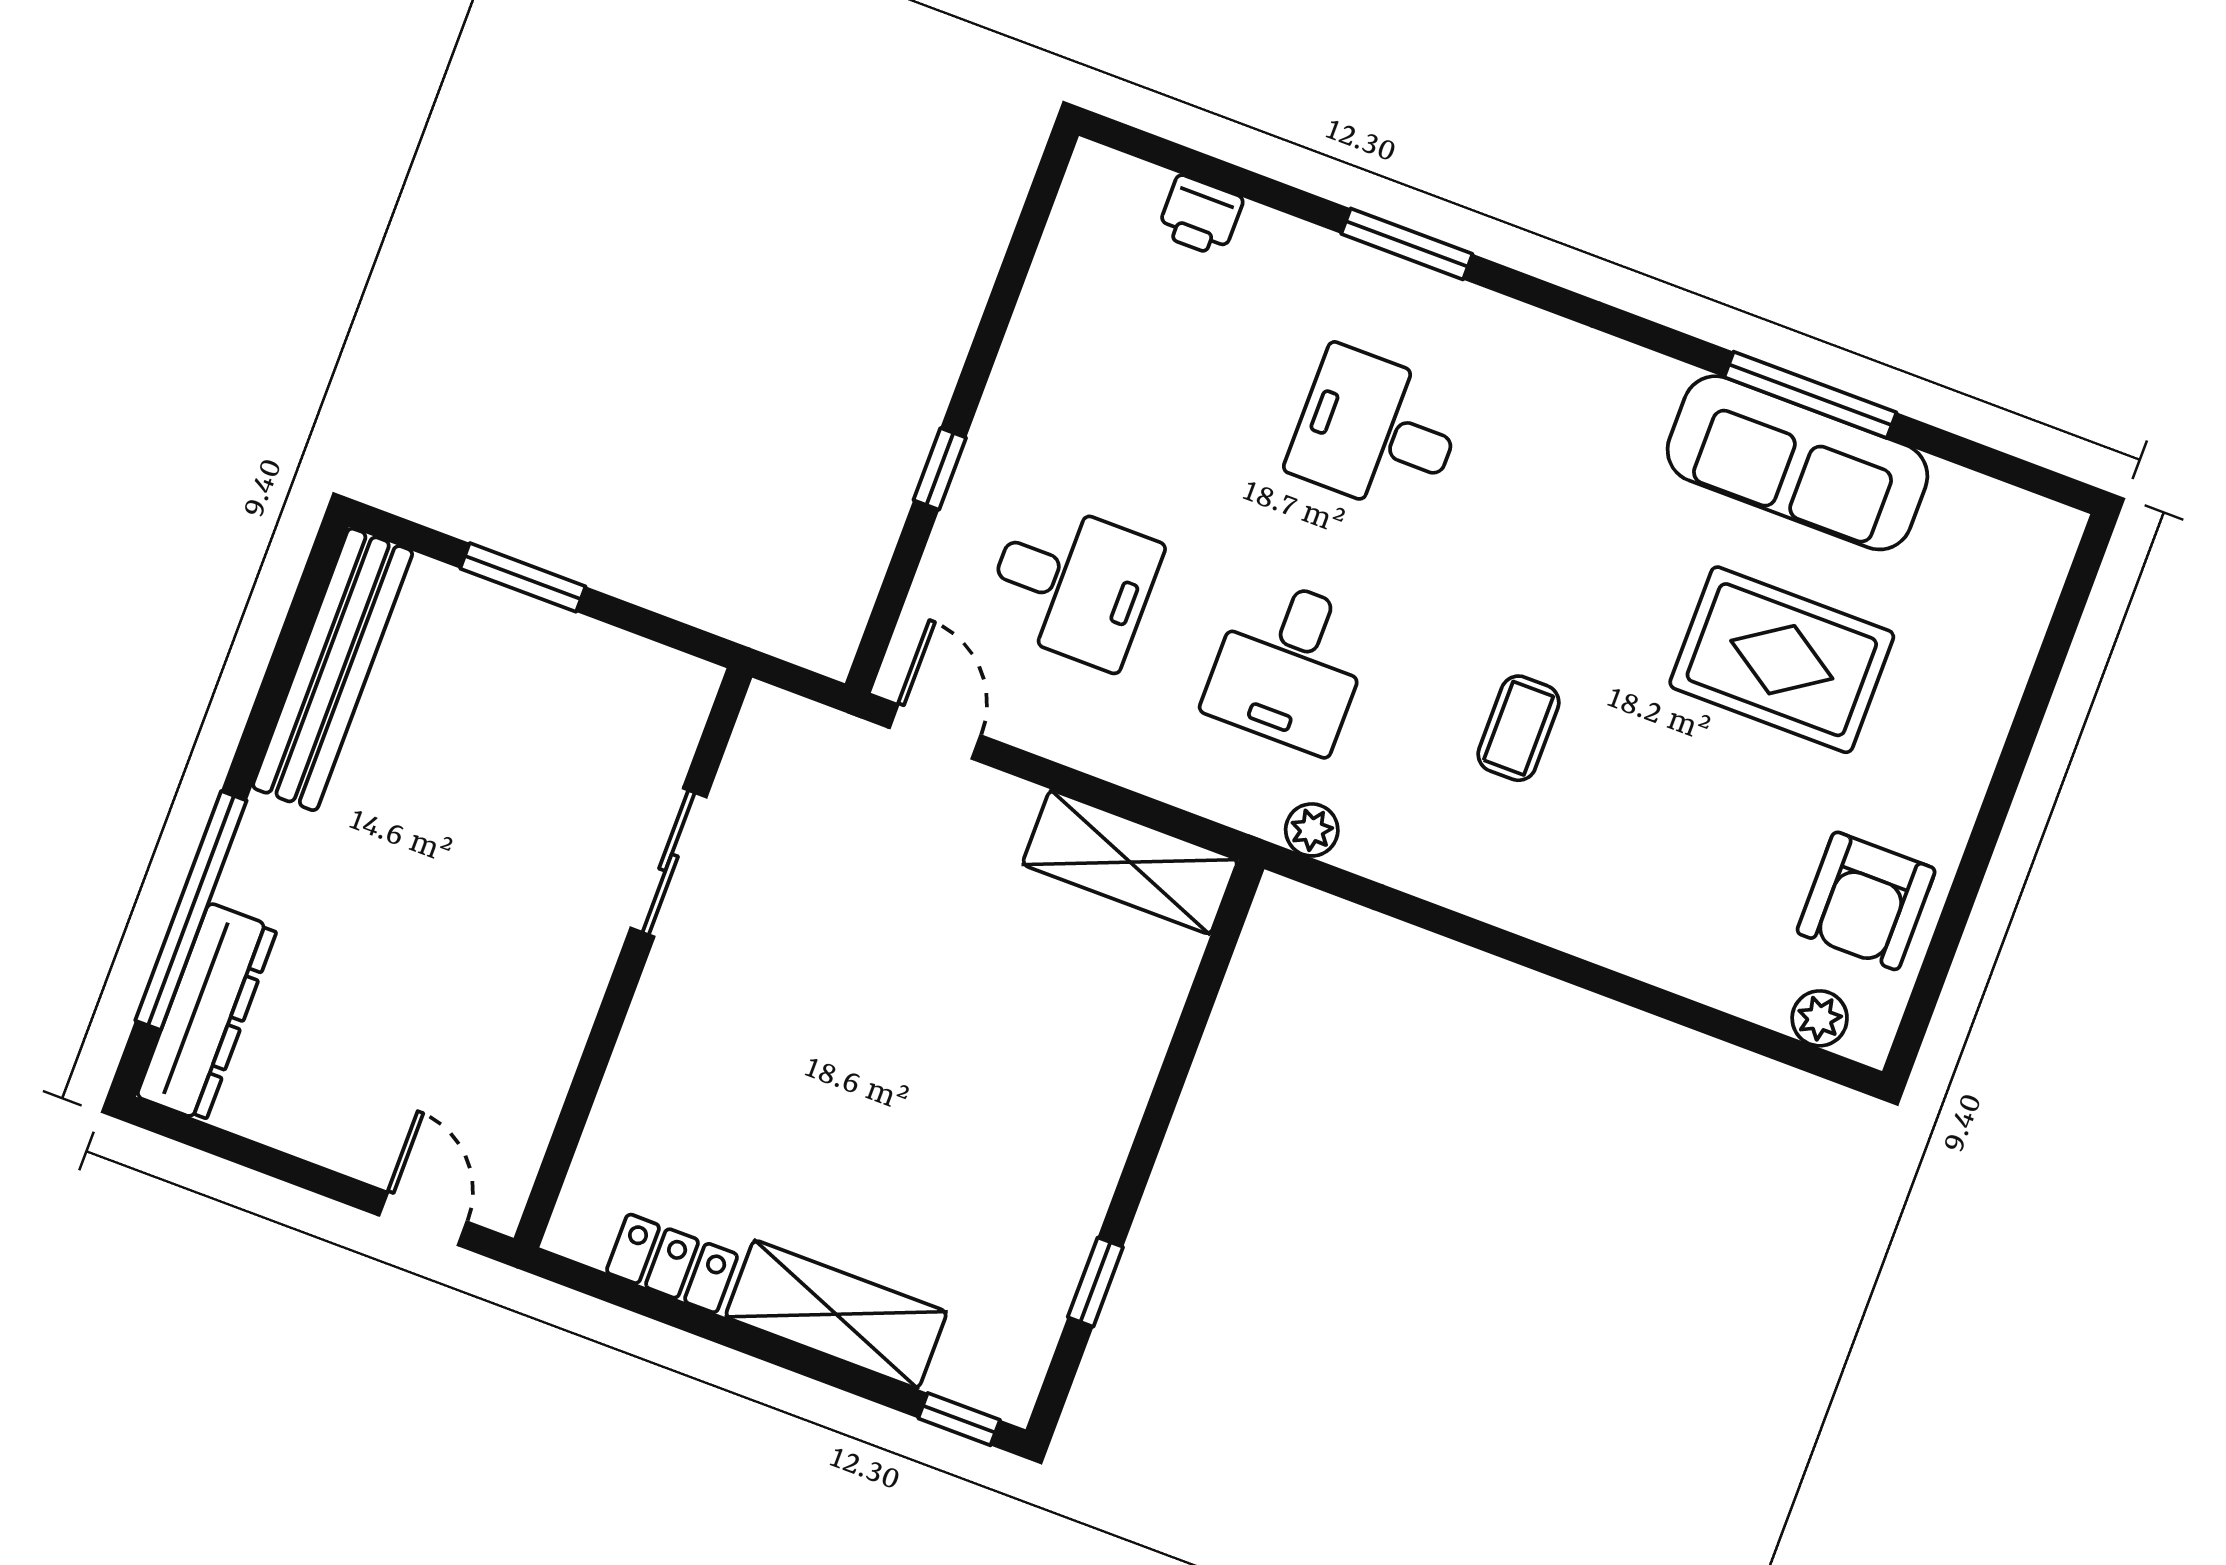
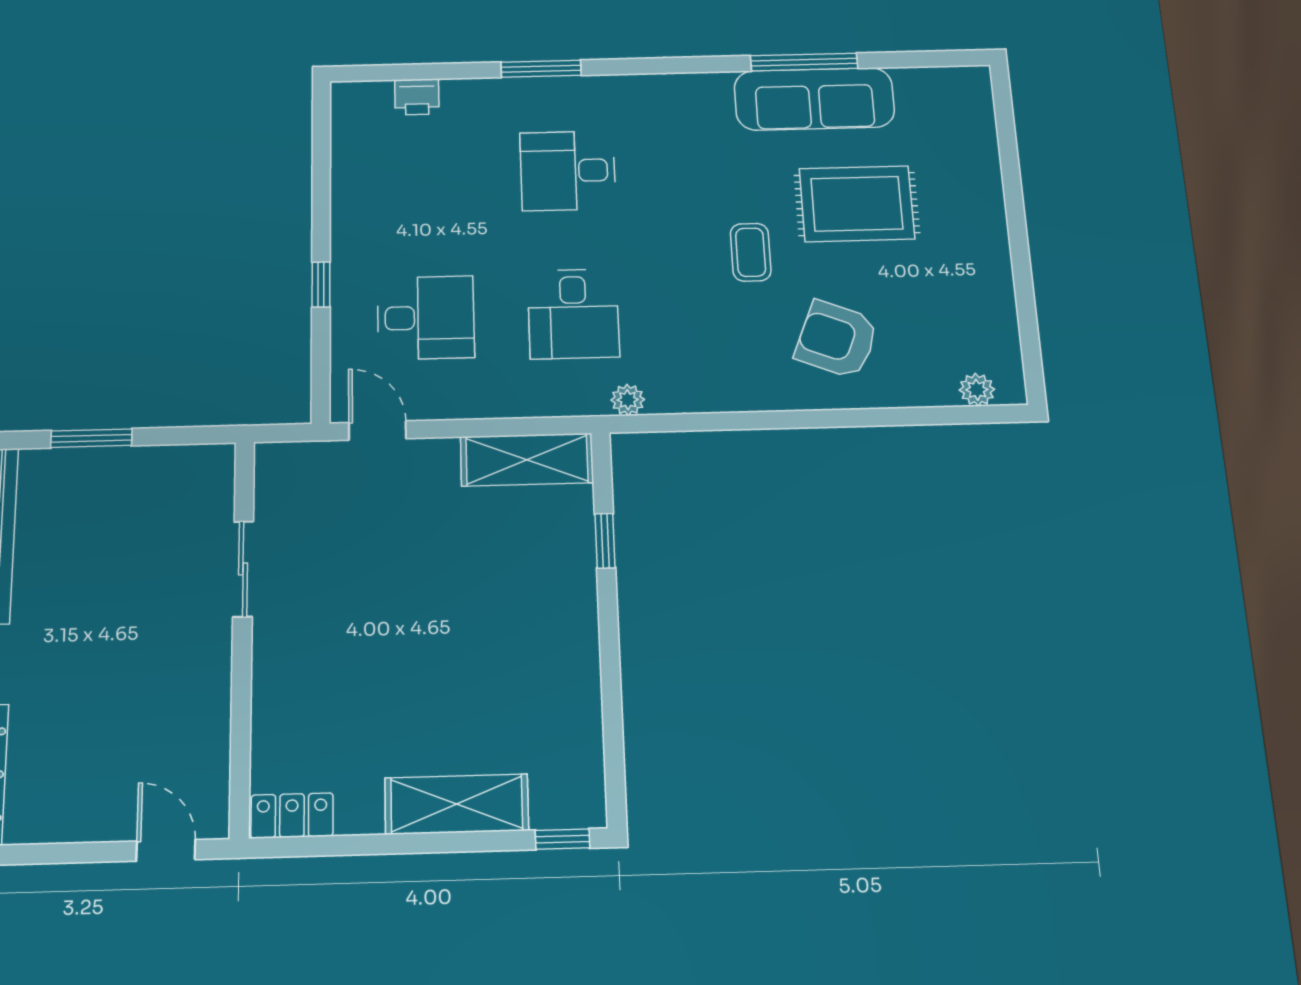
coffee table: (1518, 728) -> (751, 252), moved
armchair: (1866, 901) -> (837, 339), moved, turned 112
locker: (672, 1263) -> (292, 816), moved
window: (1095, 1282) -> (605, 541), moved

